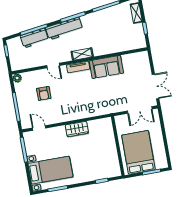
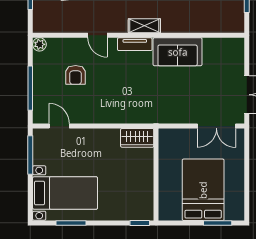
wardrobe: (77, 129) -> (137, 138), moved
wall: (118, 146) -> (156, 174), moved

